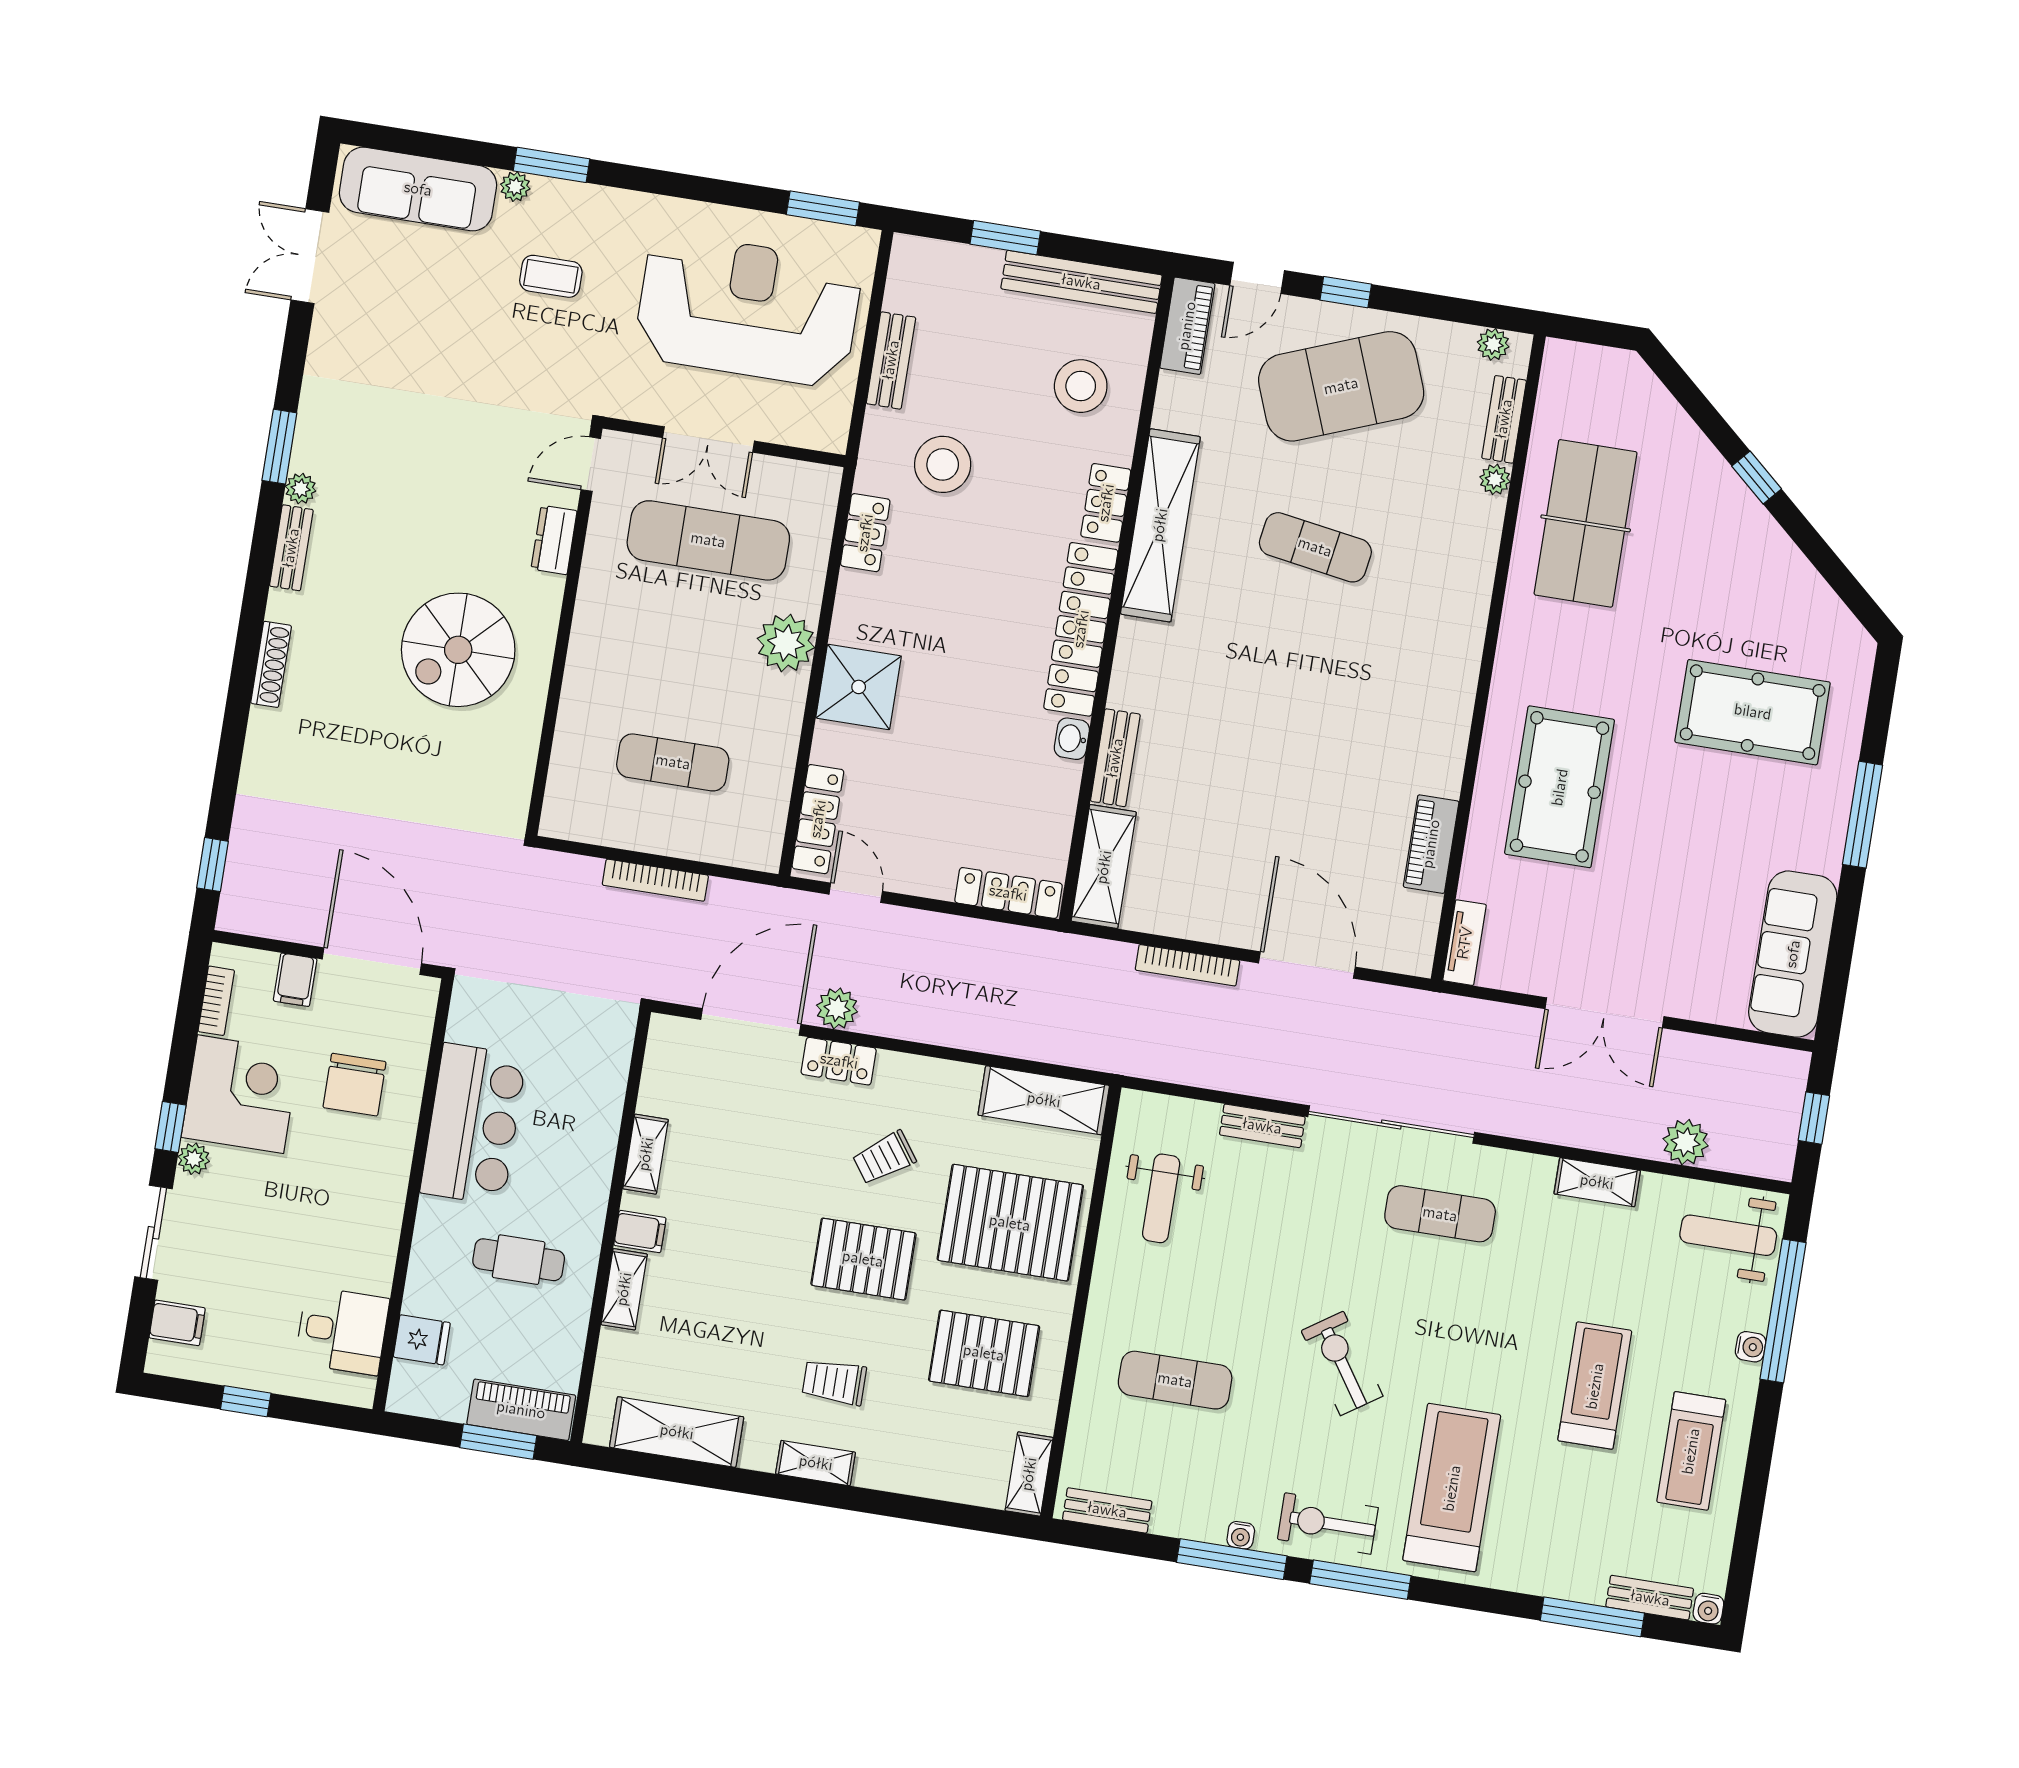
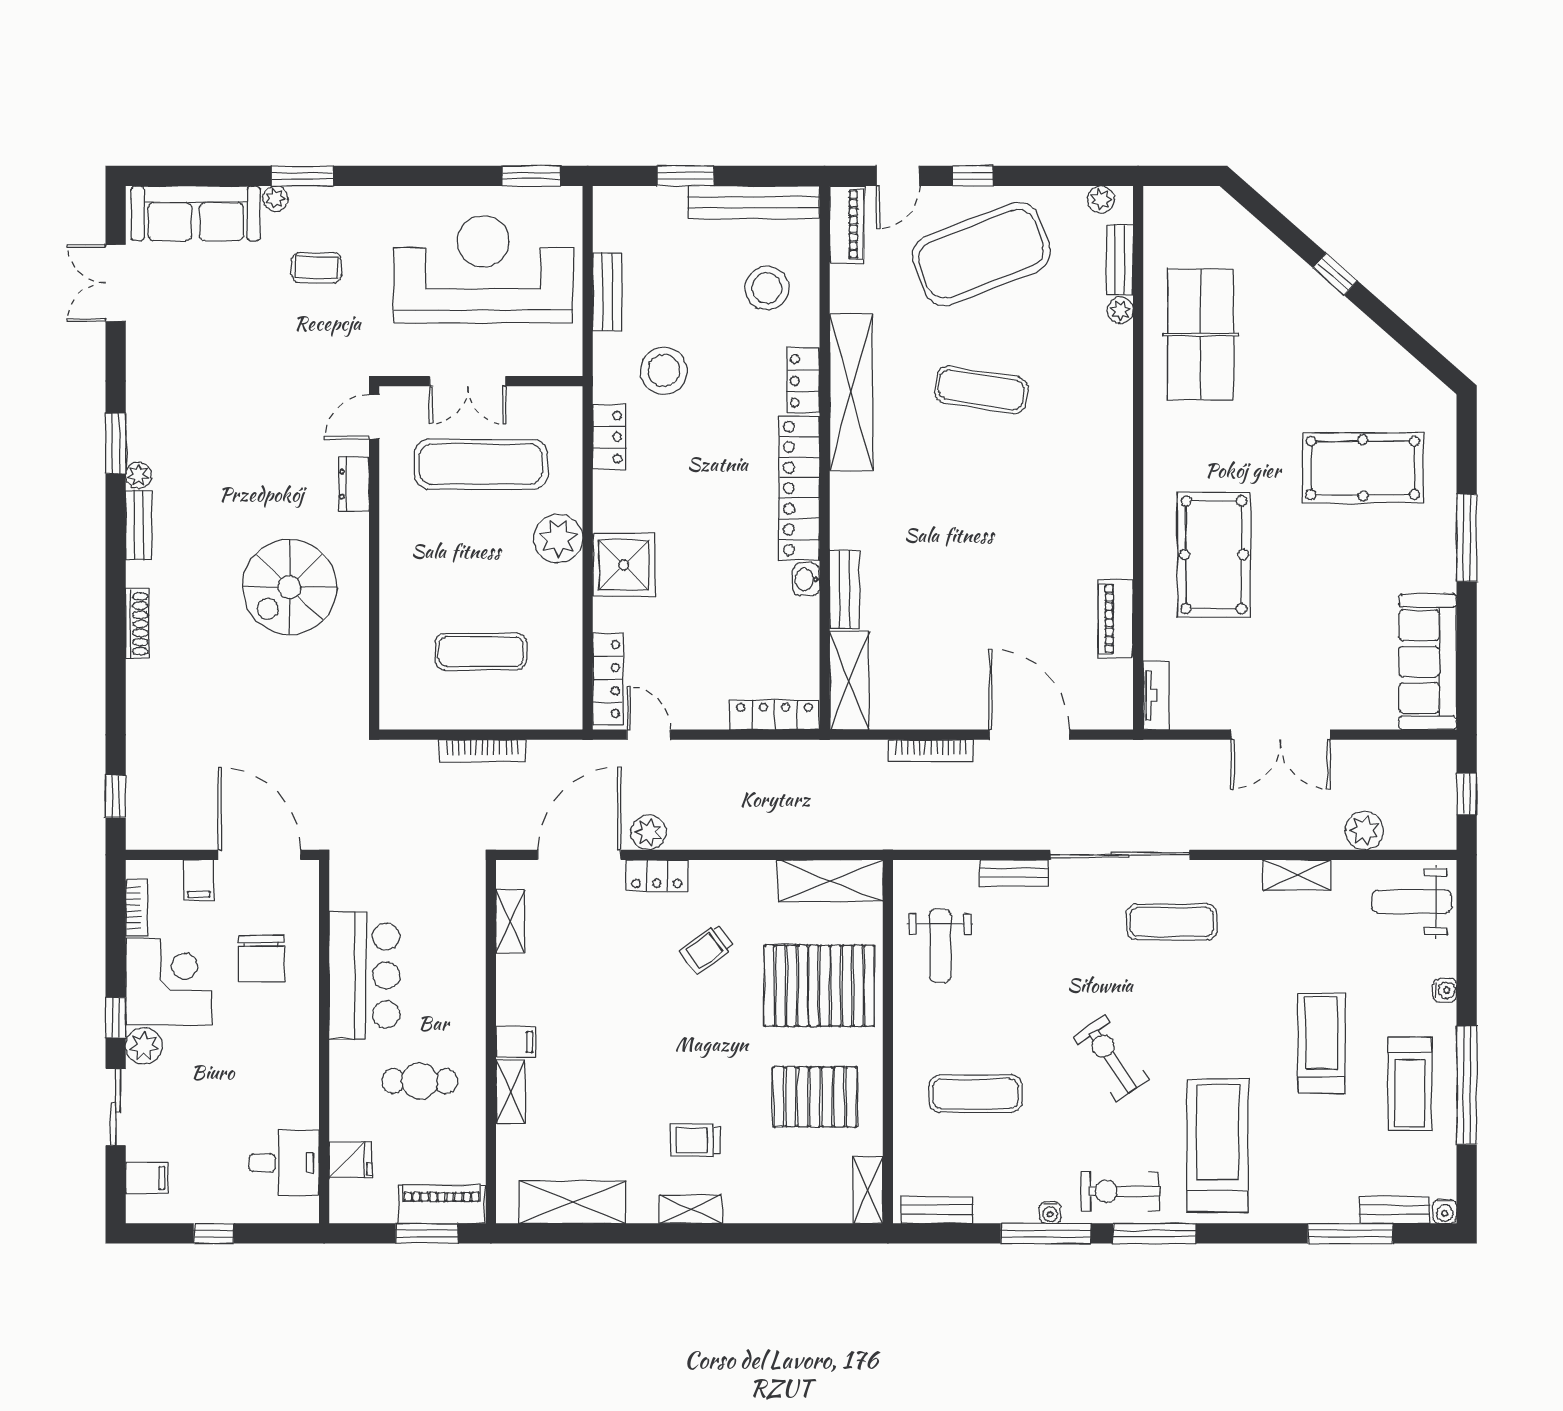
shelving: (646, 1154) -> (510, 921), moved
plant: (194, 1159) -> (144, 1046), width x1.38, depth x1.38
pallet: (863, 1259) -> (703, 1035), removed
window: (1783, 1311) -> (1467, 1085), moved

